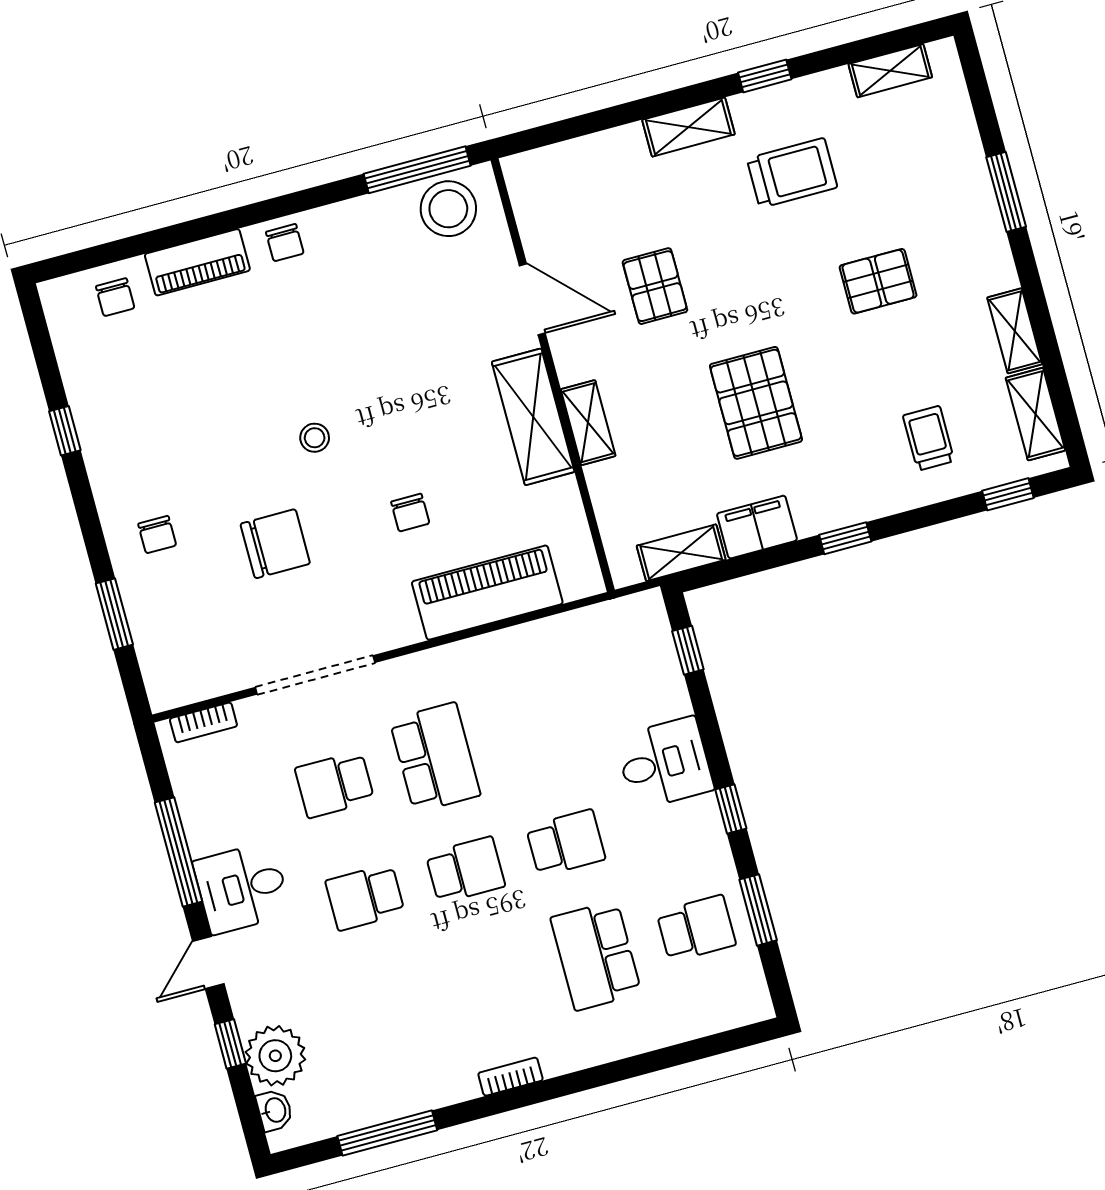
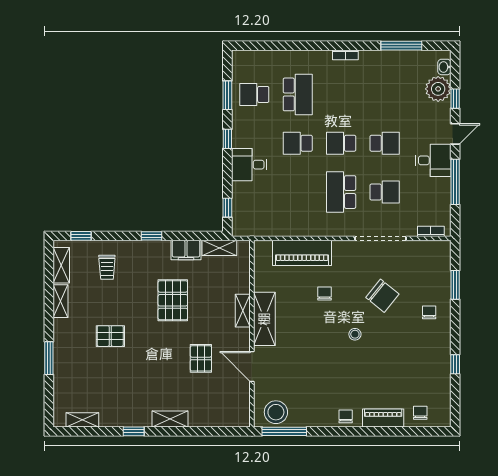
trolley: (792, 173) -> (133, 389), removed
chair: (275, 544) -> (382, 296), turned -141

